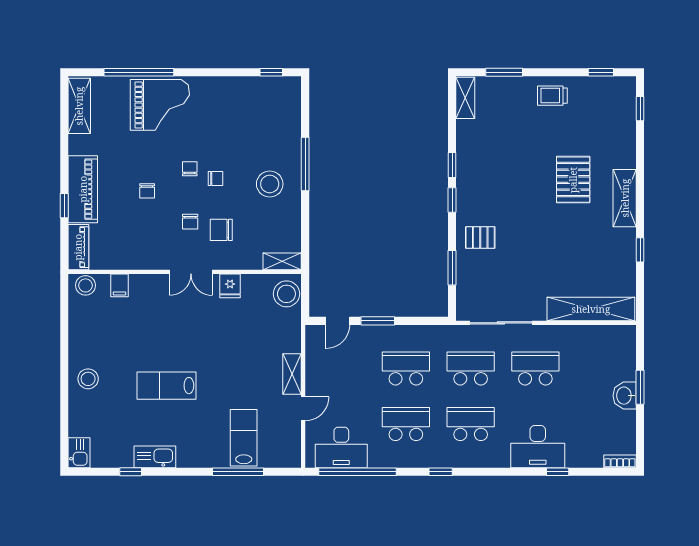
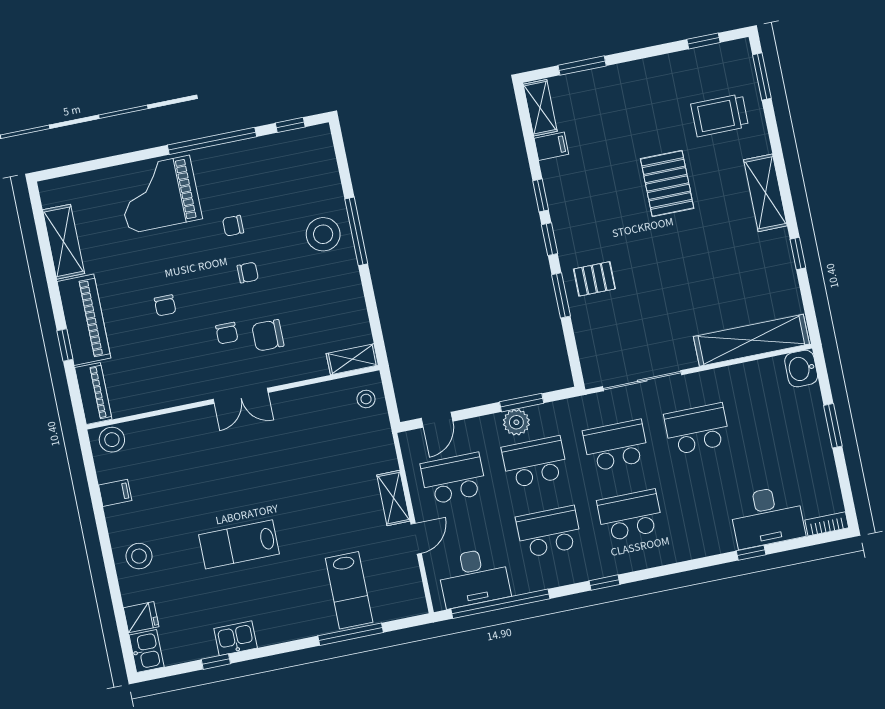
window: (139, 72) -> (212, 141), moved
trolley: (552, 96) -> (720, 115), moved, width x1.36, depth x1.39
grand piano: (160, 105) -> (159, 194), turned 180
shelving: (79, 106) -> (64, 242), moved
window: (640, 109) -> (762, 77), width x1.50
filing cabinet: (468, 129) -> (551, 146), added
chair: (190, 169) -> (233, 226), moved, turned -90
pallet: (573, 180) -> (667, 183), moved
stool: (270, 184) -> (323, 234), moved
window: (452, 268) -> (561, 295), moved
filing cabinet: (119, 285) -> (115, 493), moved, turned -90
fridge: (230, 286) -> (141, 617), moved, turned -90
stool: (286, 294) -> (366, 399), width x0.53, depth x0.53
window: (378, 321) -> (522, 403), moved
plant: (398, 335) -> (516, 422), added
school desk: (341, 368) -> (454, 479), added
washbasin: (625, 396) -> (801, 369), moved
lab bench: (244, 438) -> (349, 590), turned 180
desk: (538, 447) -> (767, 517), moved
kitchen sink: (155, 457) -> (236, 638), width x0.73

